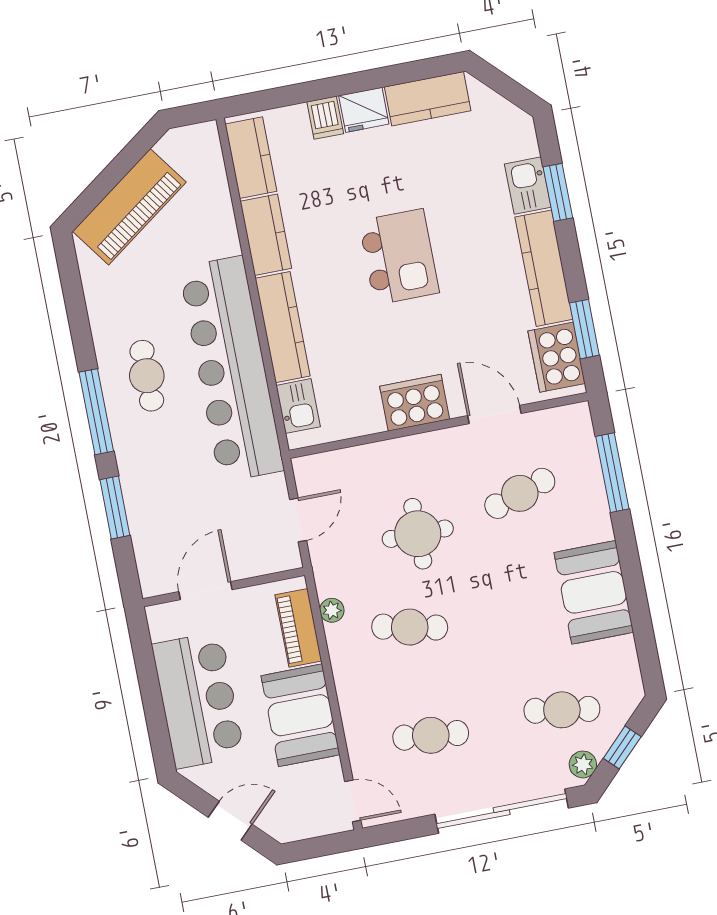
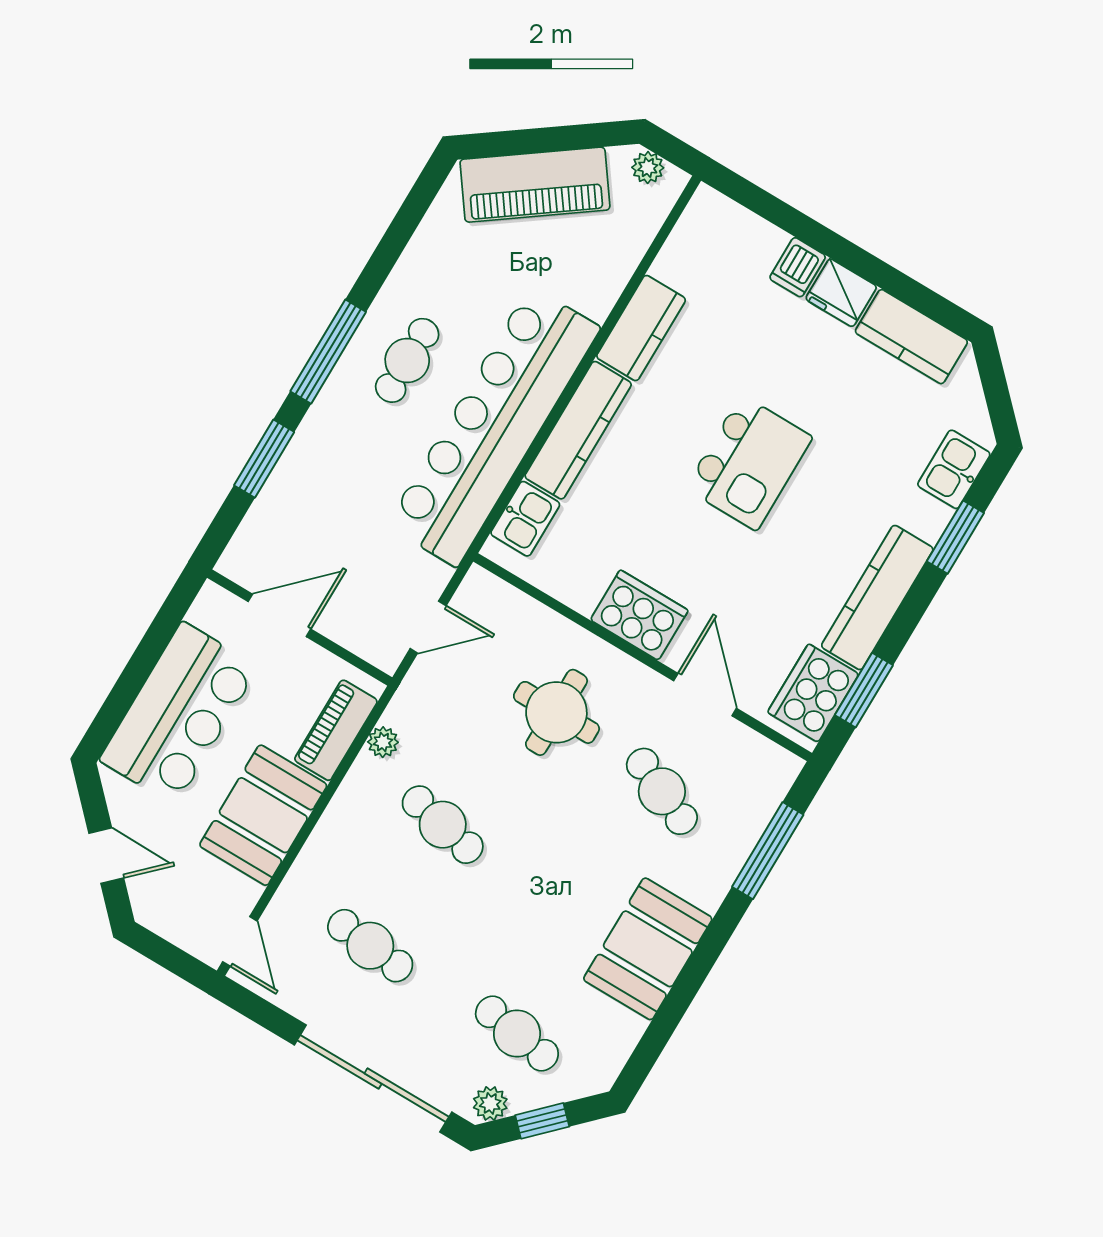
plant: (186, 138) -> (648, 168), added
kitchen counter: (251, 158) -> (693, 242), removed
kitchen sink: (528, 186) -> (954, 469), moved
cafe table: (520, 493) -> (662, 791), turned 42
round table: (418, 534) -> (556, 712), moved

